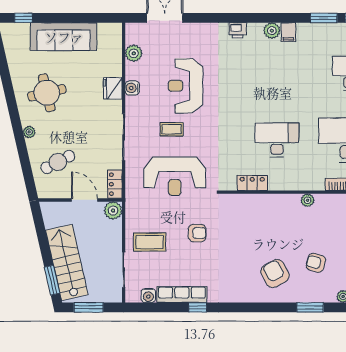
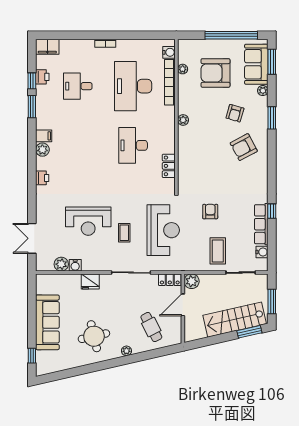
water cooler: (132, 88) -> (75, 265), moved

